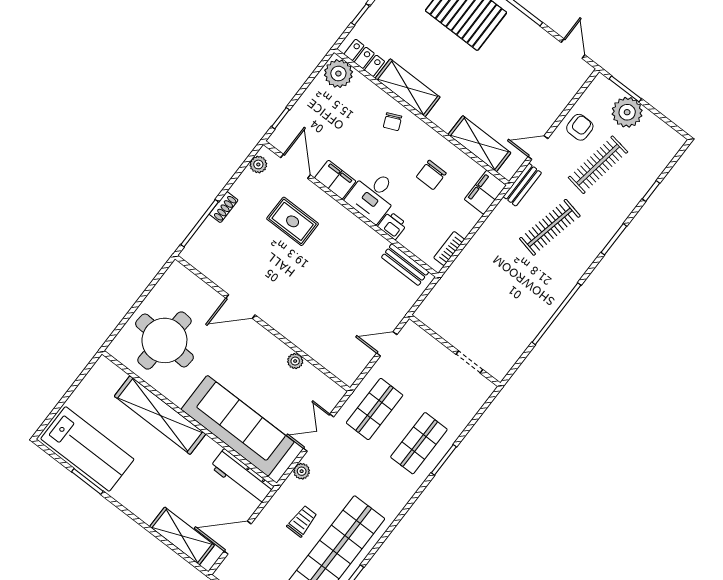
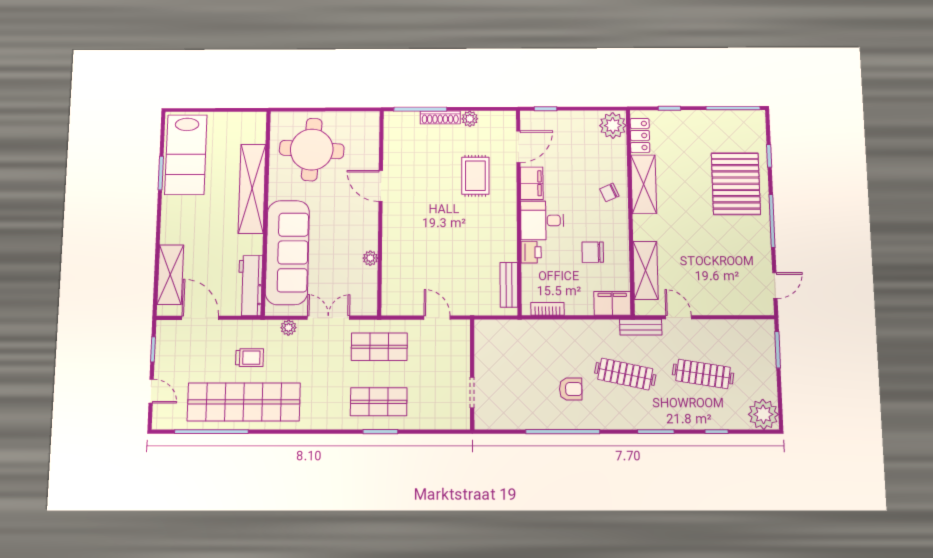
plant: (627, 112) -> (763, 414), moved
armchair: (580, 127) -> (571, 389), moved
plant: (258, 164) -> (470, 119), moved
shoe rack: (224, 207) -> (440, 117), width x1.43

